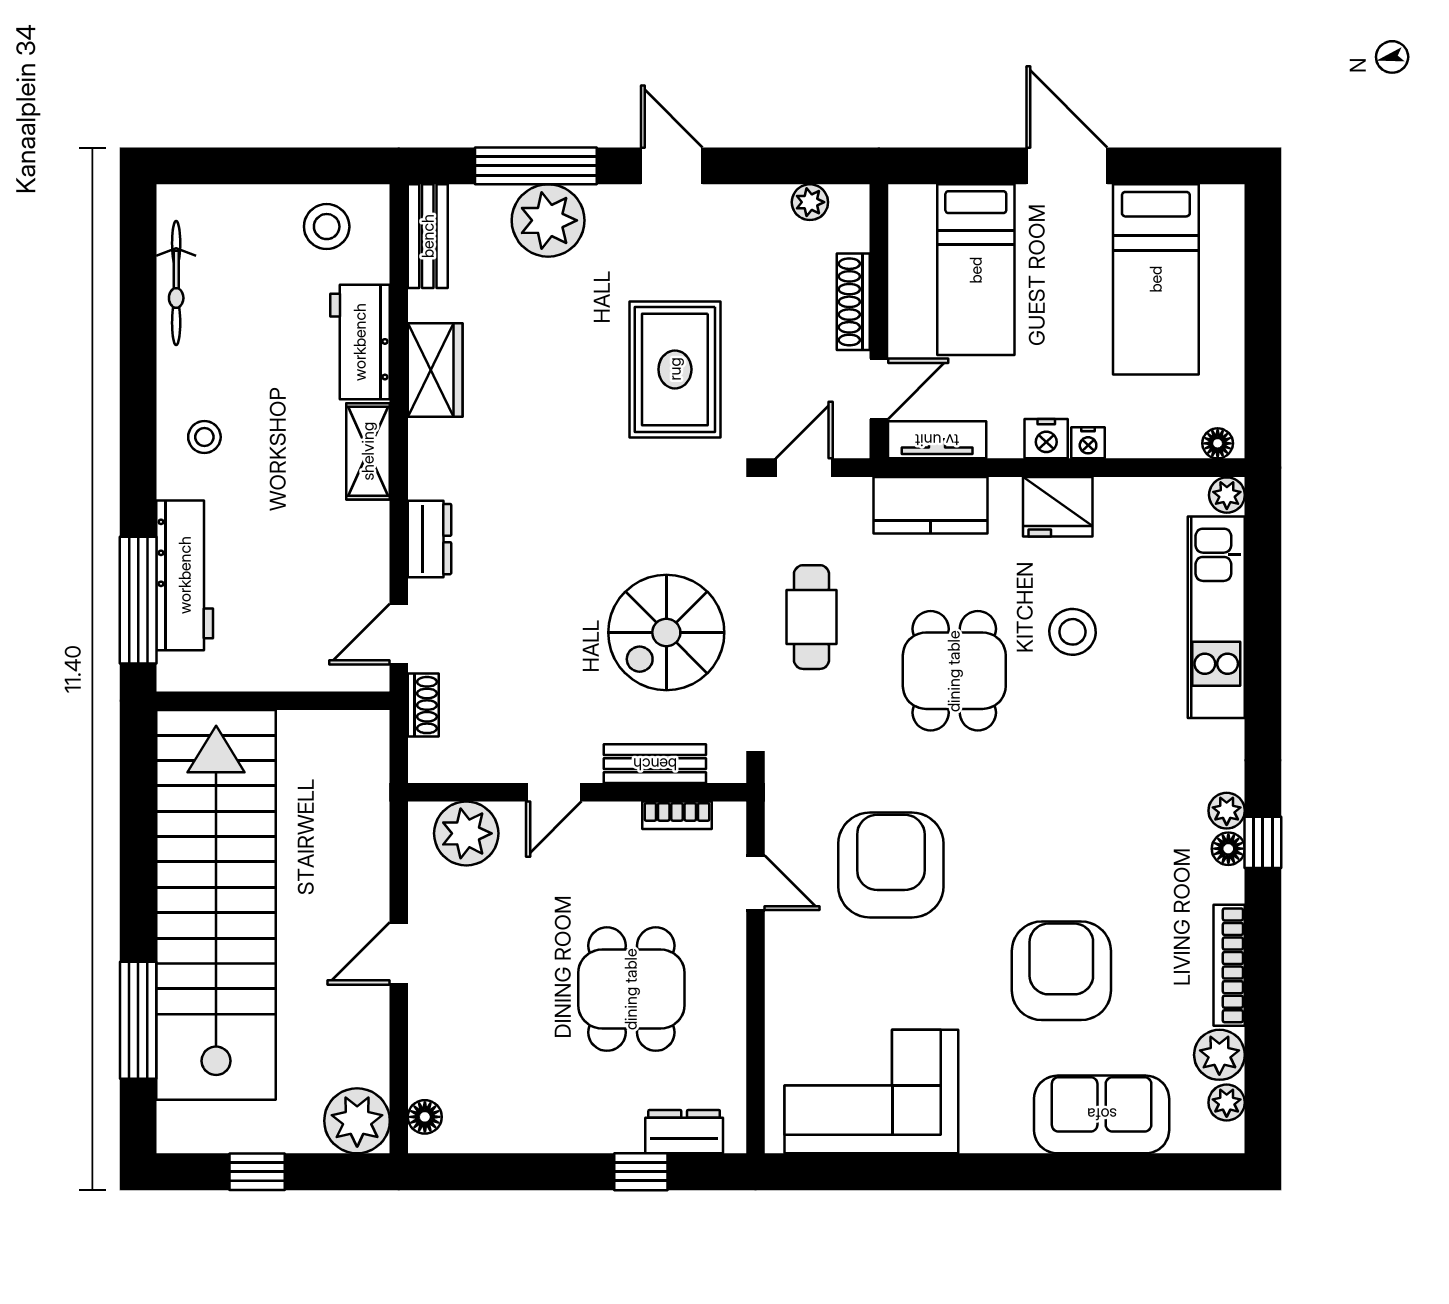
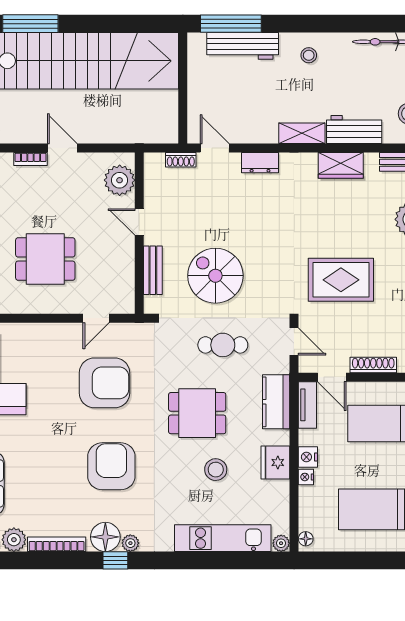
bookcase: (677, 815) -> (31, 159), moved, turned -90
floor lamp: (1228, 849) -> (105, 537), width x1.89, depth x1.89
armchair: (1061, 971) -> (111, 466), moved, turned -90

